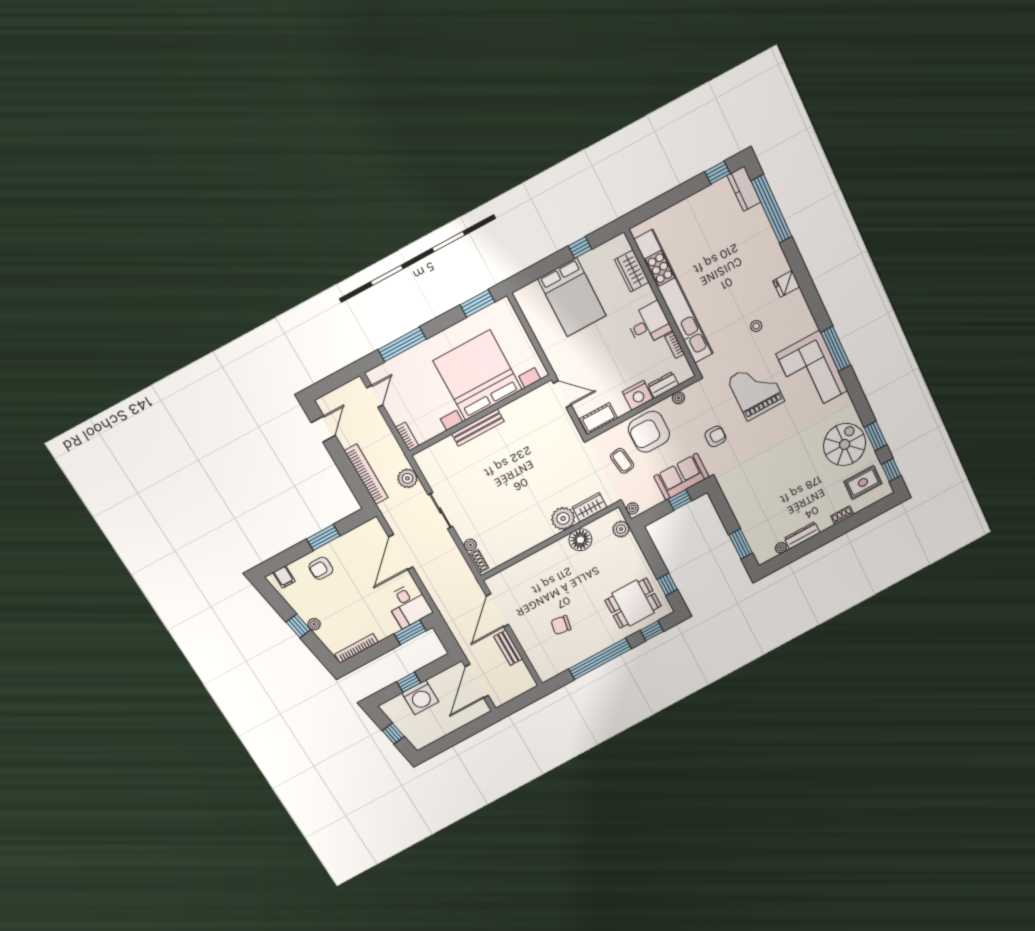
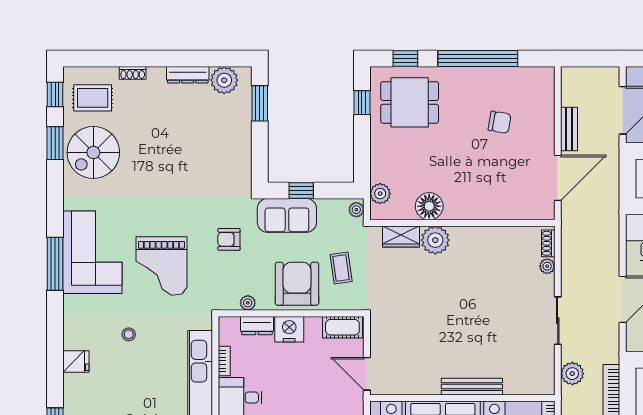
armchair: (649, 432) -> (297, 284), turned -90
plant: (781, 548) -> (224, 80), width x1.87, depth x1.87

